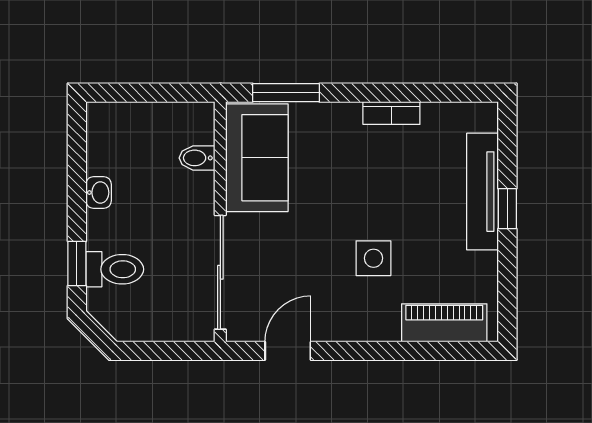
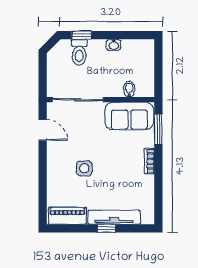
bookcase: (391, 113) -> (149, 161), moved
piano: (444, 323) -> (67, 216), moved, turned -90

